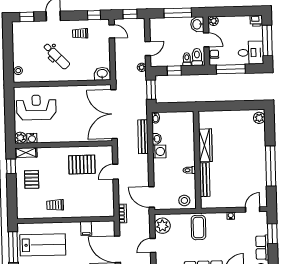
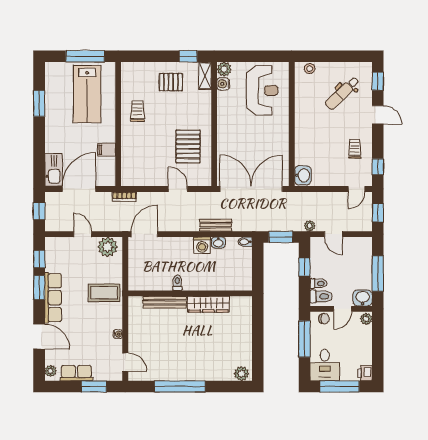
dental chair: (56, 56) -> (342, 93), moved
bench: (143, 137) -> (216, 225), width x0.73
stool: (184, 200) -> (139, 276), removed

